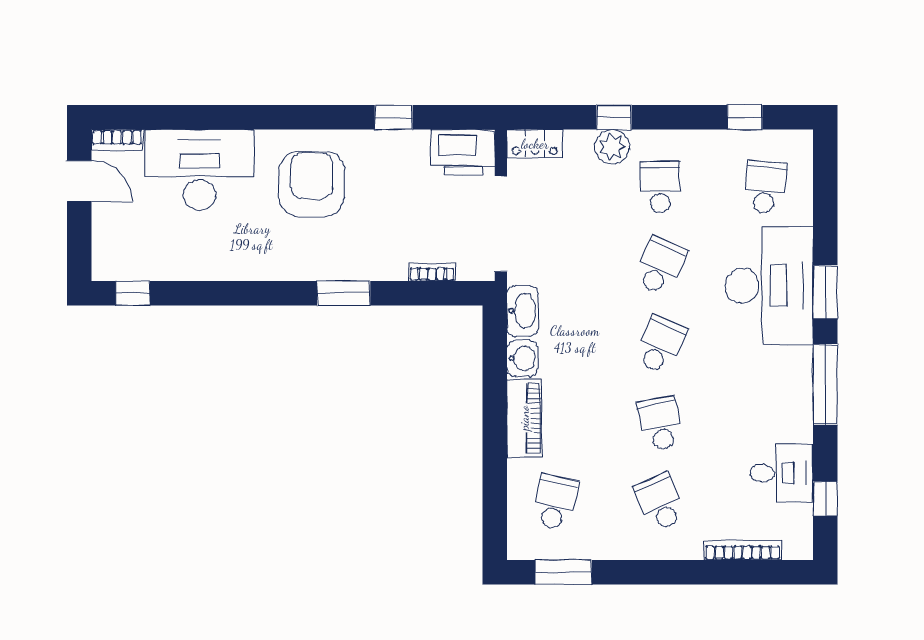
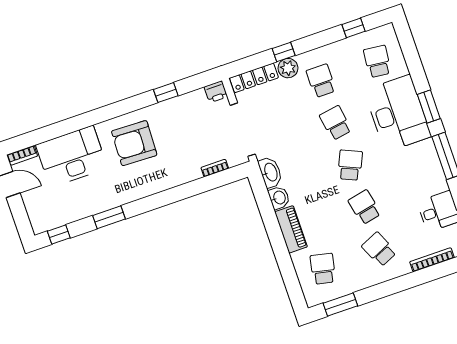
locker: (535, 144) -> (254, 78), width x1.53
printer: (463, 152) -> (216, 92), width x0.53, depth x0.68
armchair: (312, 184) -> (134, 143), turned -88
school desk: (660, 266) -> (336, 123), turned -33
window: (344, 293) -> (109, 217), moved

